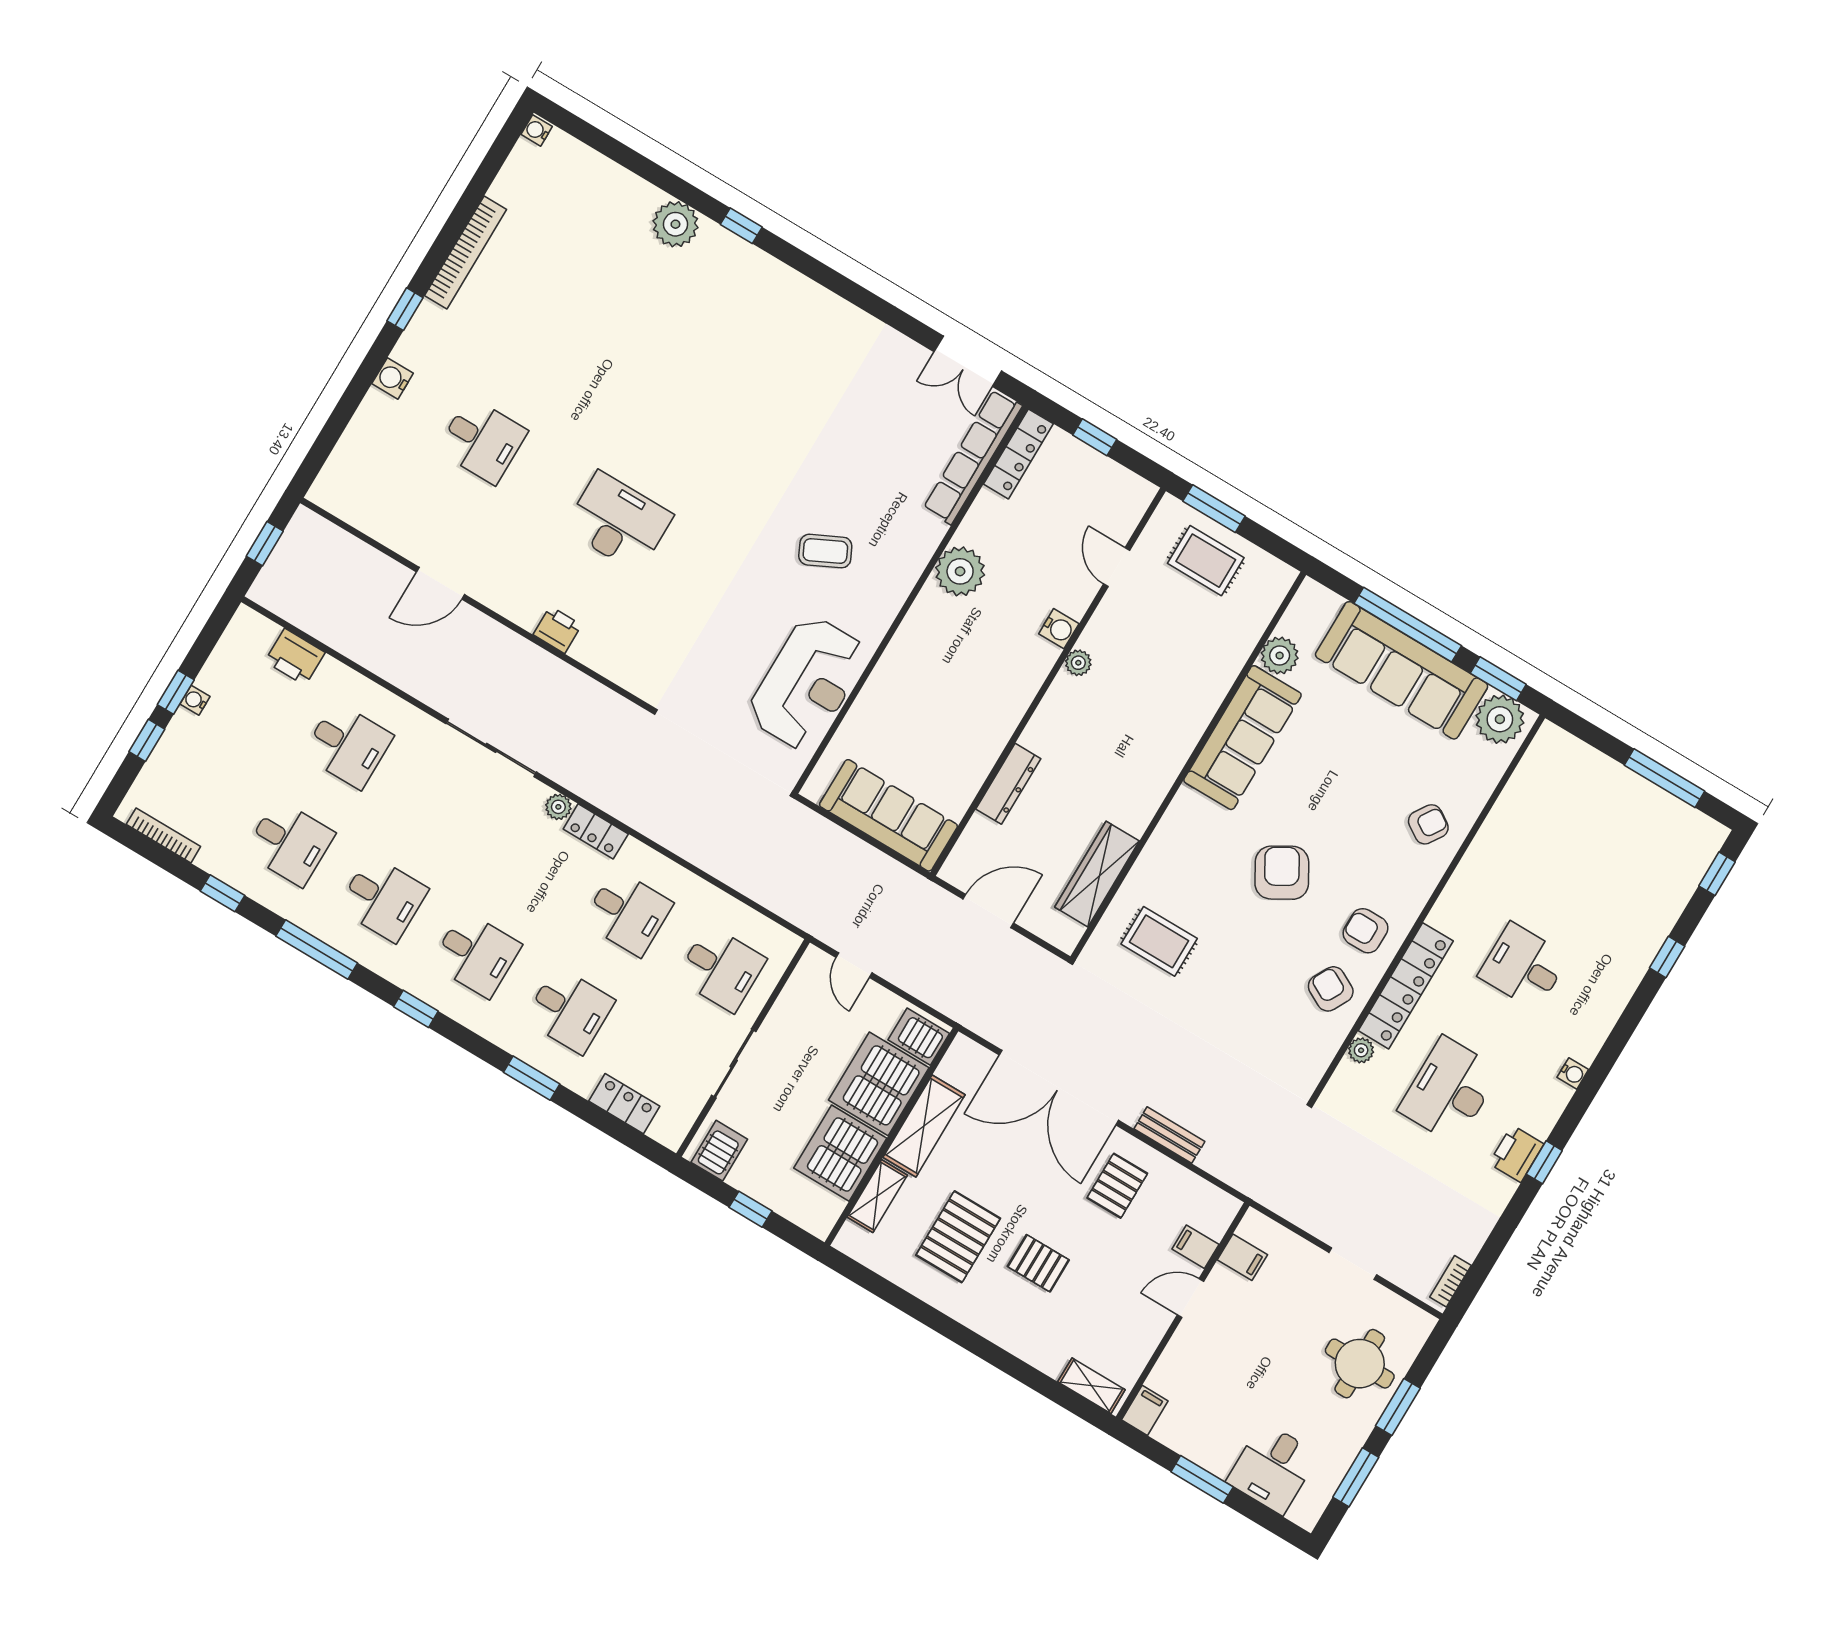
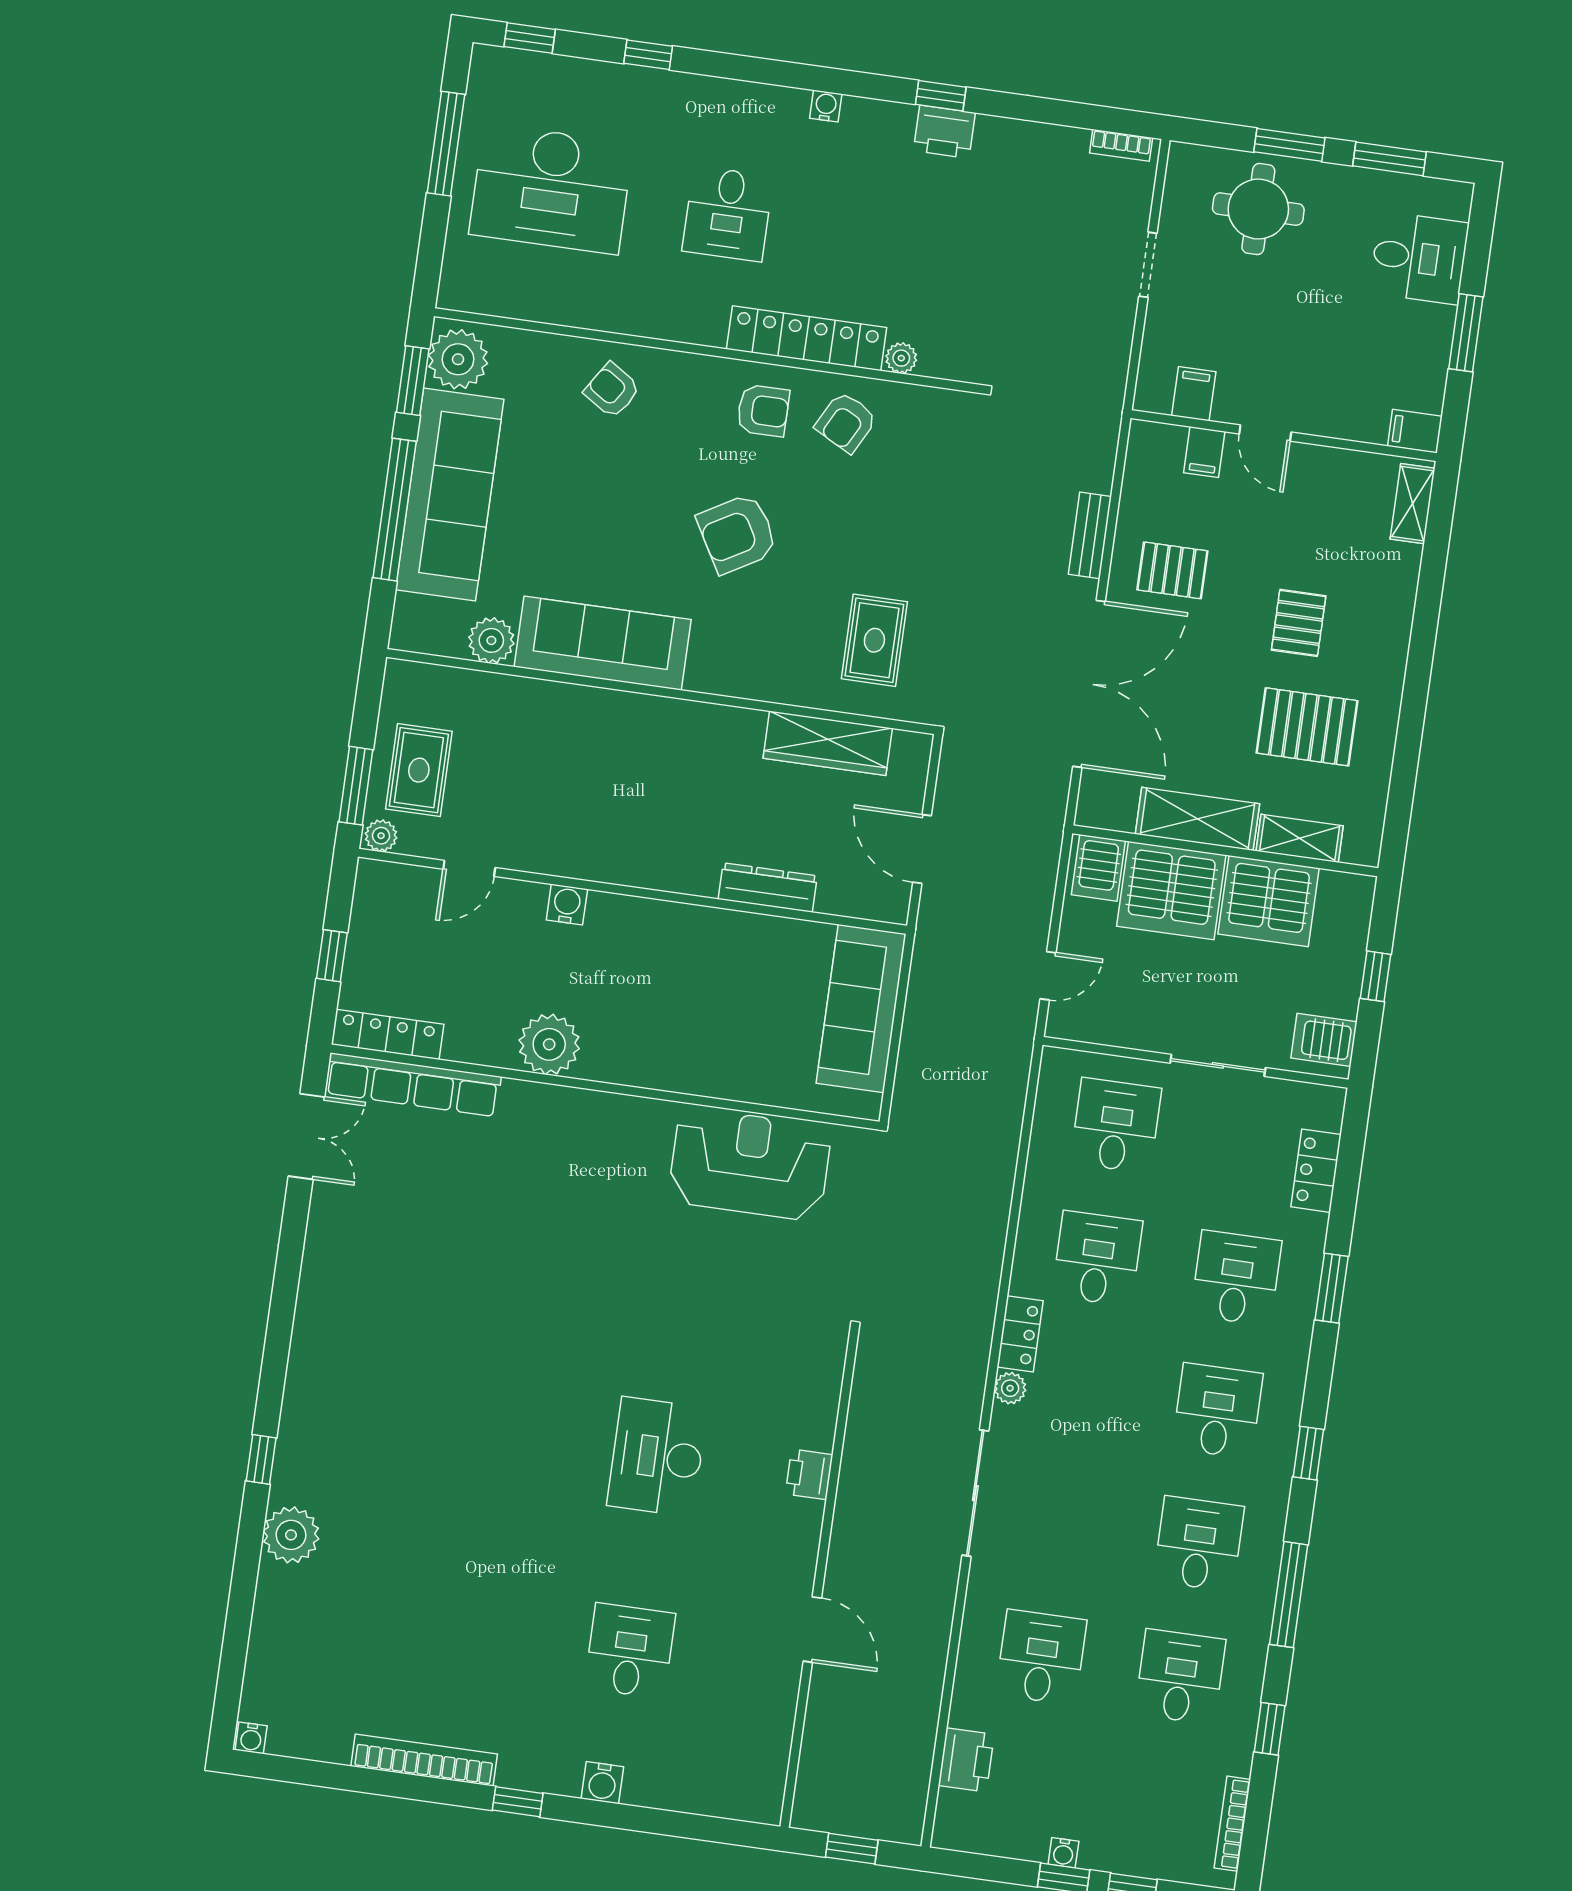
coffee table: (825, 551) -> (591, 1207), removed
plant: (1078, 663) -> (381, 836), moved
armchair: (1366, 931) -> (763, 411), turned -90
desk: (1449, 1090) -> (551, 189), moved, width x1.36, depth x1.30

